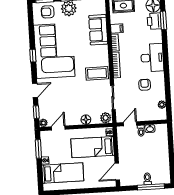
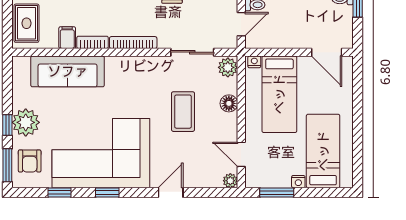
sofa: (98, 30) -> (68, 71), width x1.36
coffee table: (97, 73) -> (183, 112), moved
door: (35, 90) -> (171, 193), hinge flipped
window: (36, 112) -> (60, 193), moved
door: (130, 124) -> (241, 24), swing flipped

